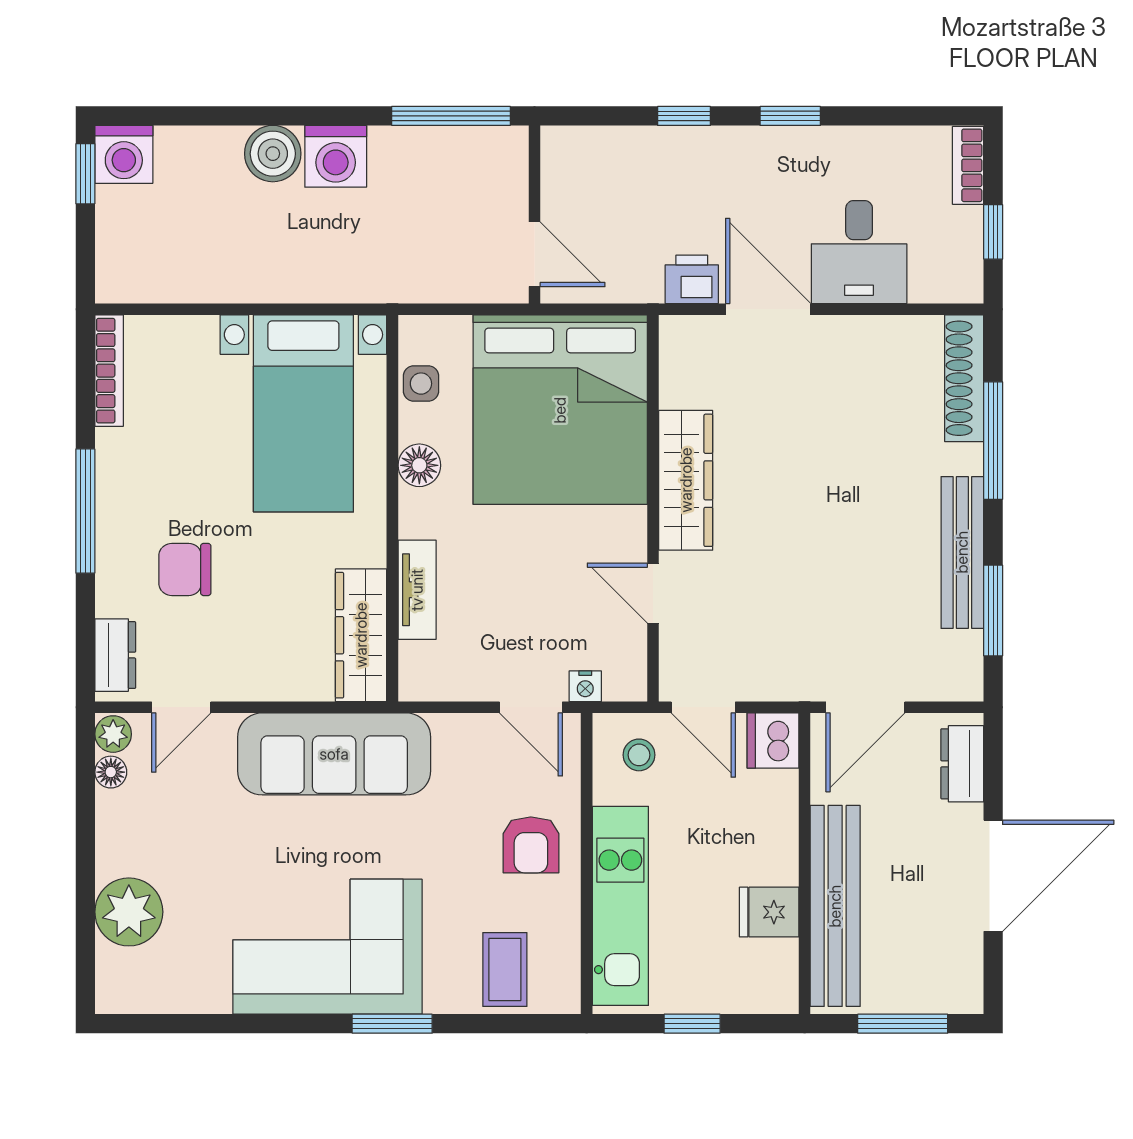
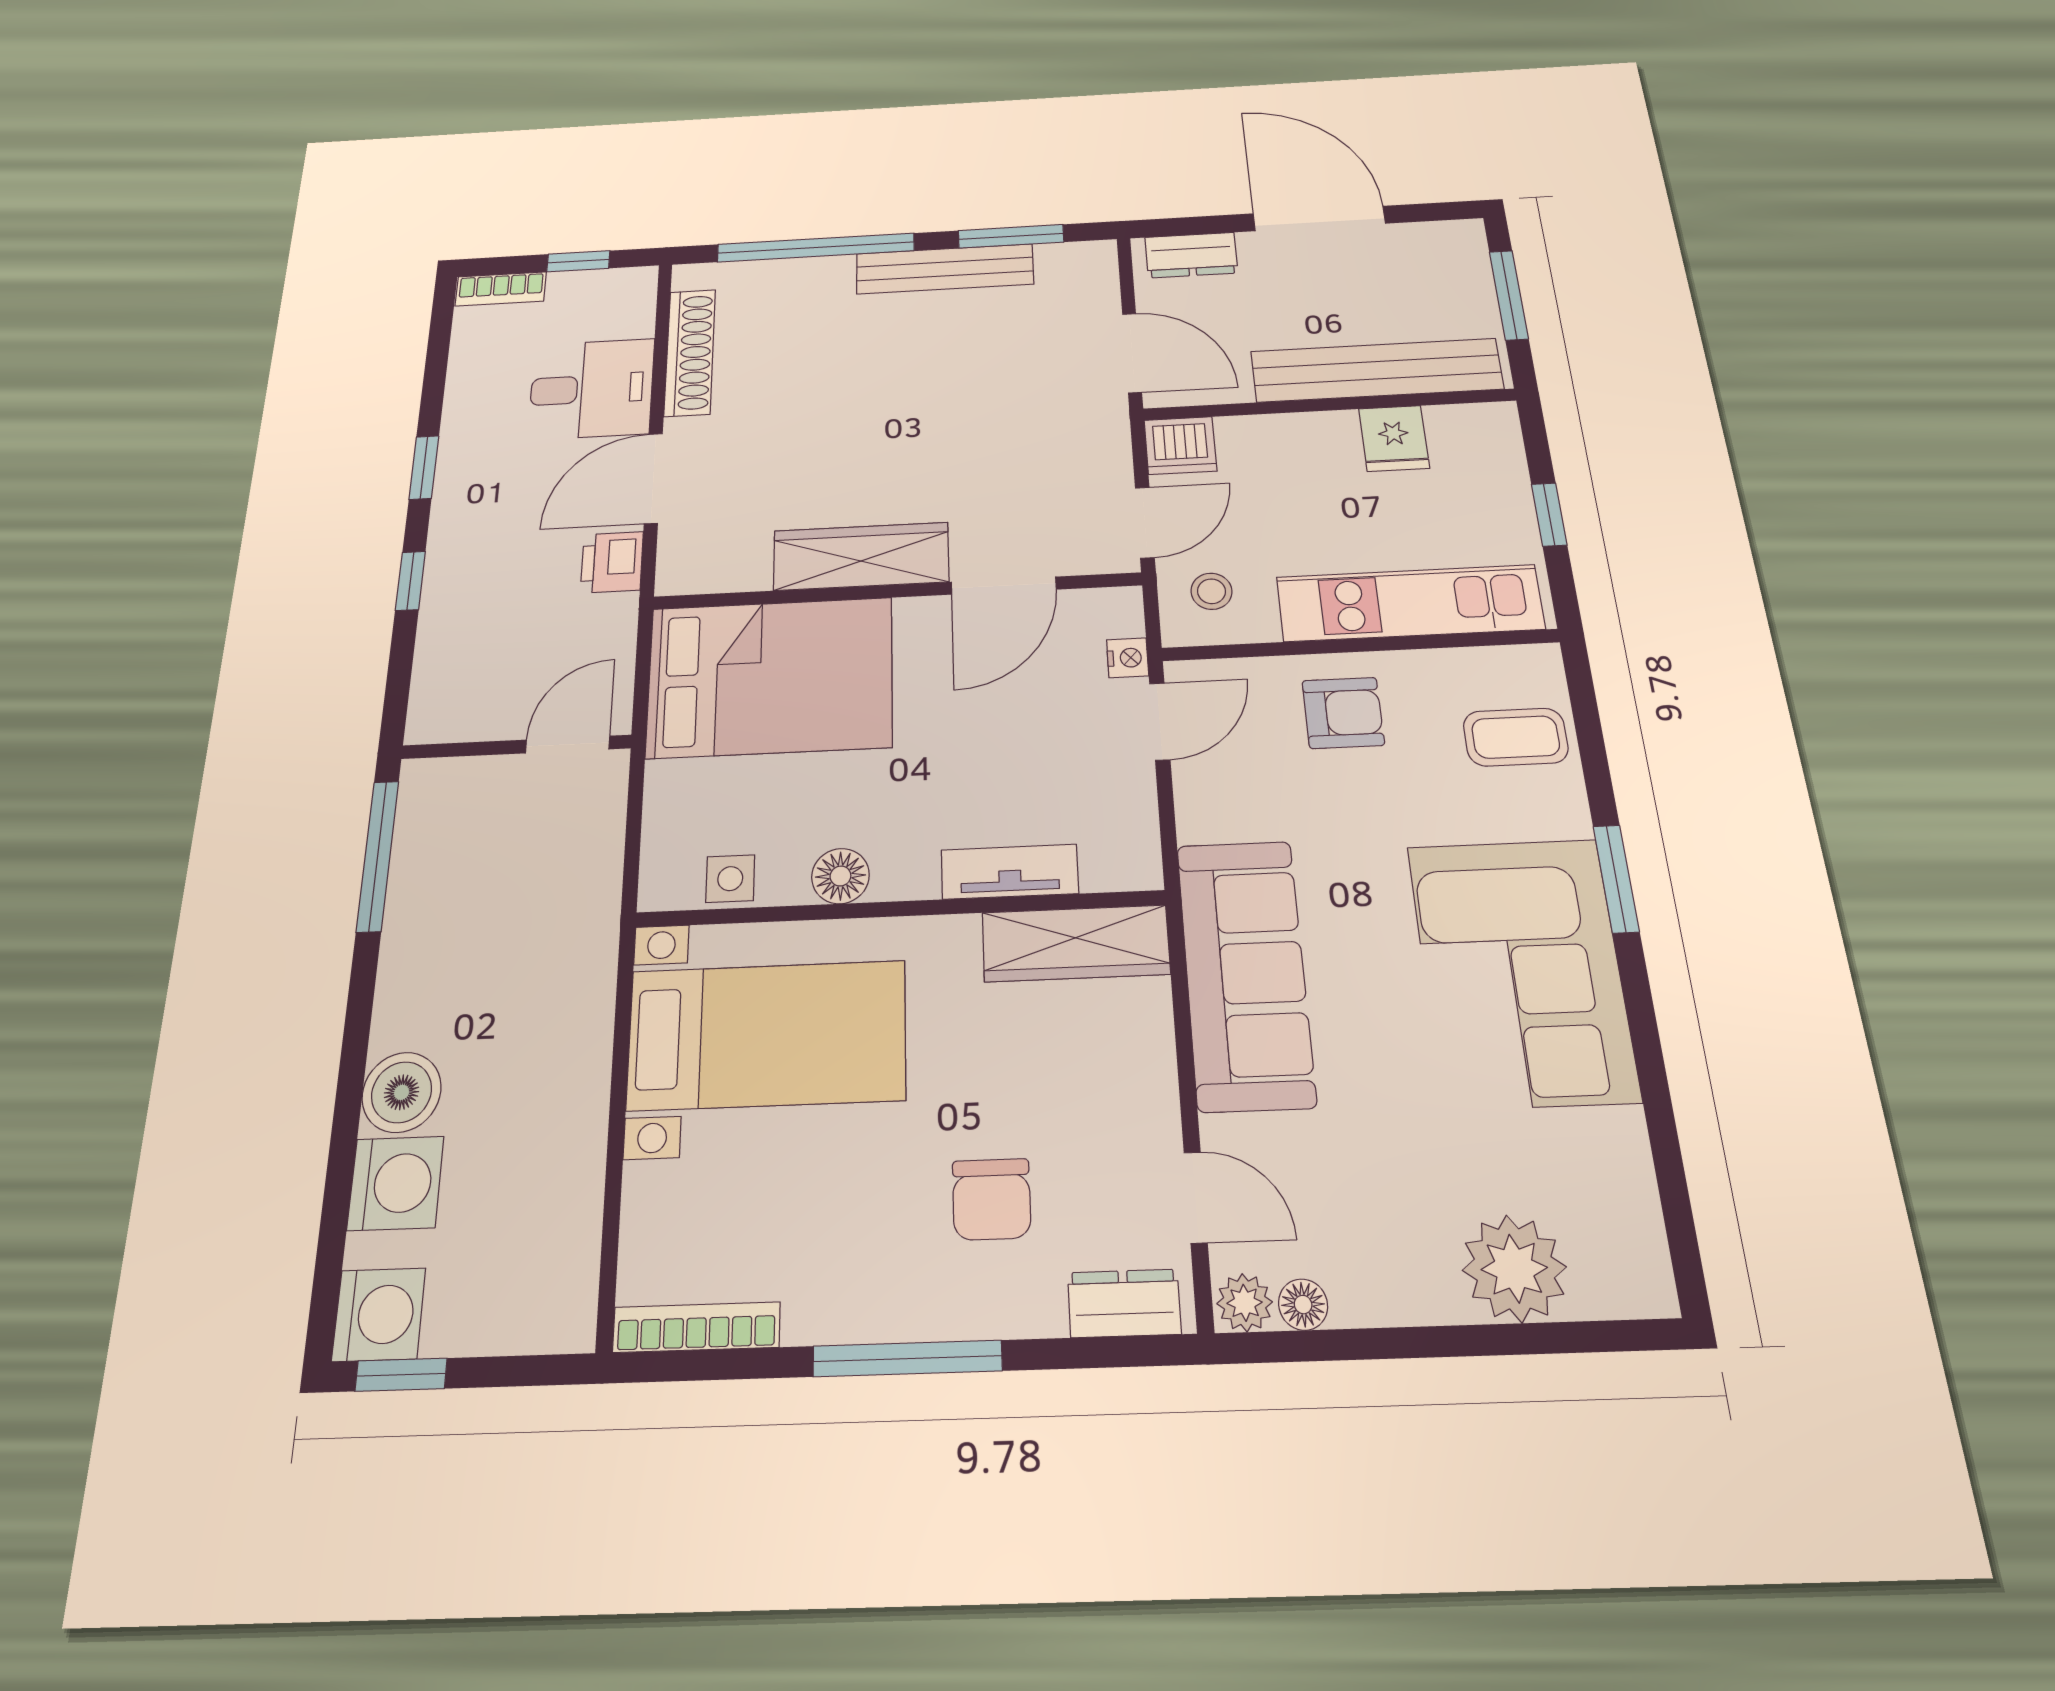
washing machine: (336, 156) -> (396, 1183), moved
shoe rack: (964, 378) -> (690, 352), moved, turned -90
bed: (560, 410) -> (770, 677), width x0.73
window: (993, 441) -> (816, 248), width x1.46
door: (653, 593) -> (1004, 586), width x1.37

